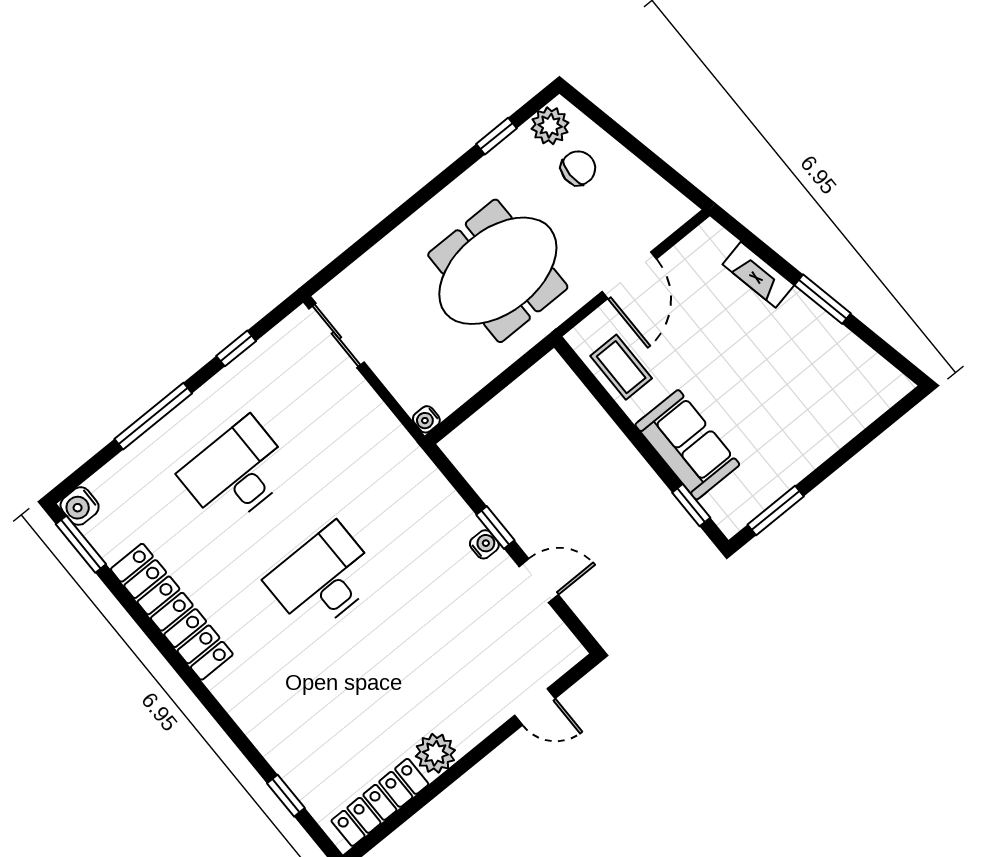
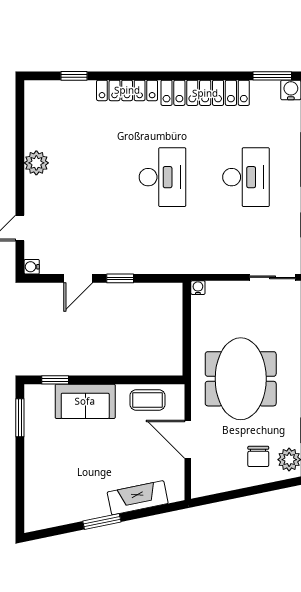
fireplace: (758, 275) -> (138, 498), width x1.37, depth x1.32
water cooler: (484, 544) -> (32, 267), moved, turned 90
locker: (380, 802) -> (127, 90), moved, turned 90

